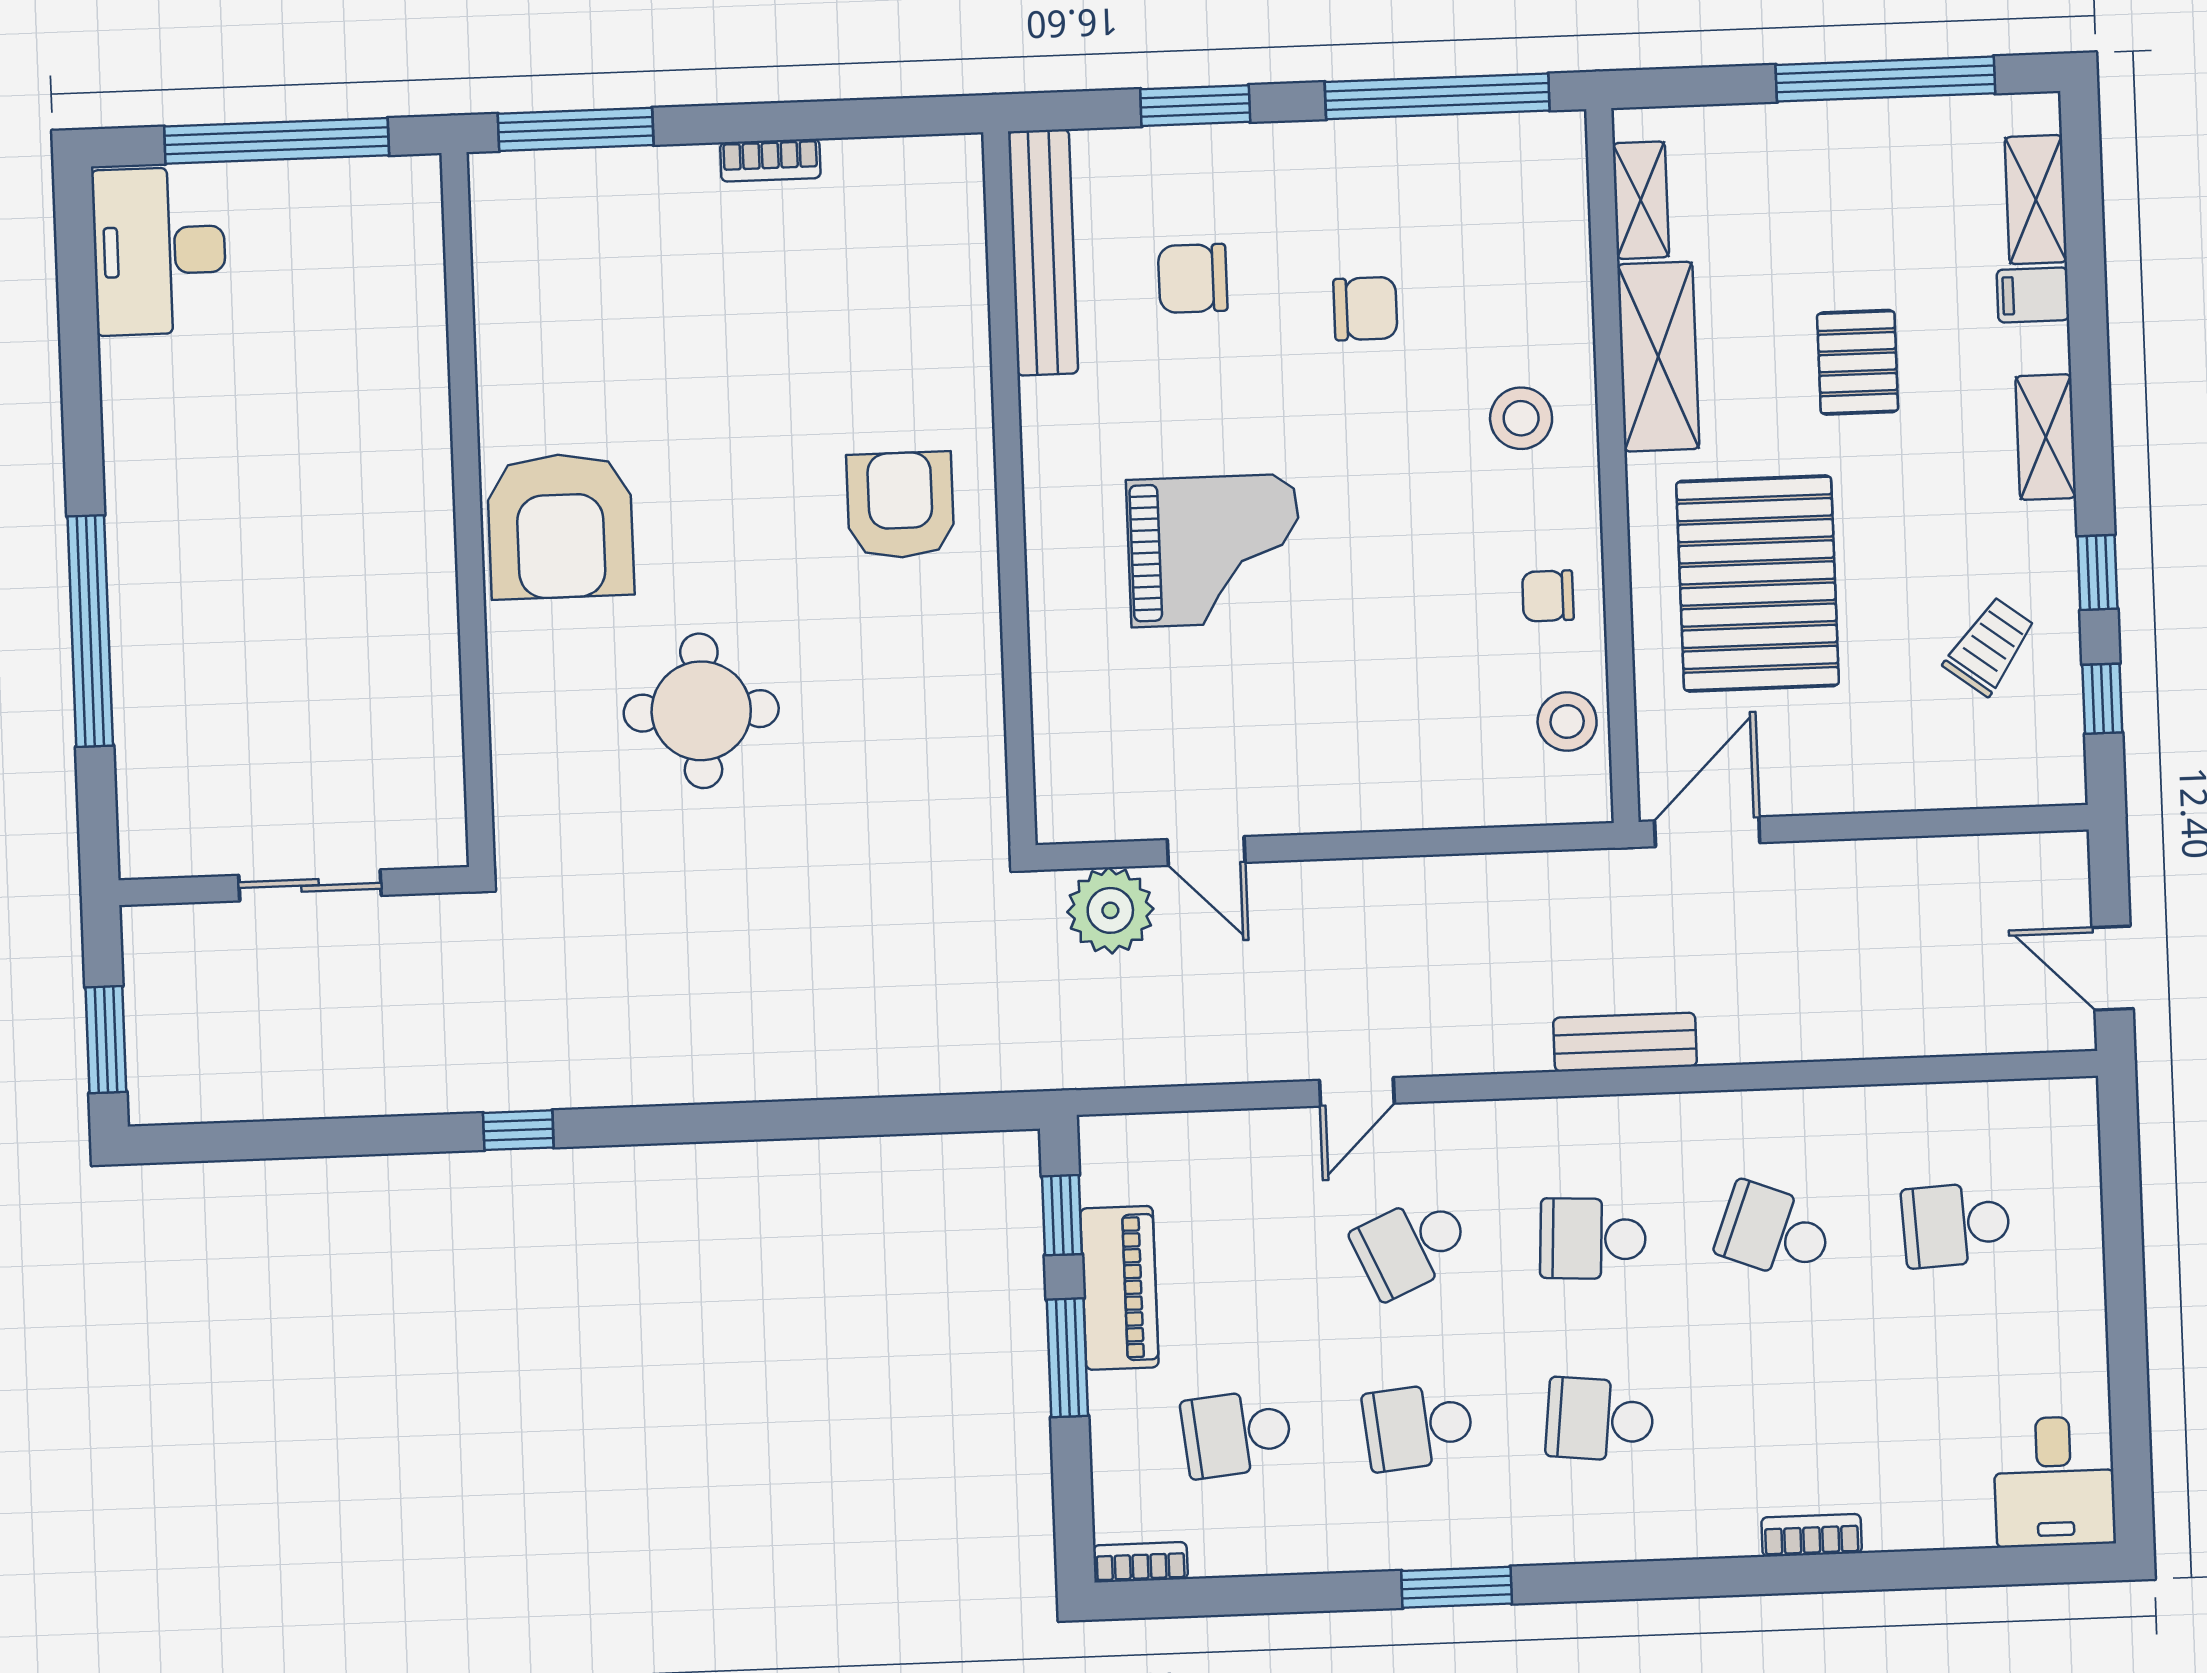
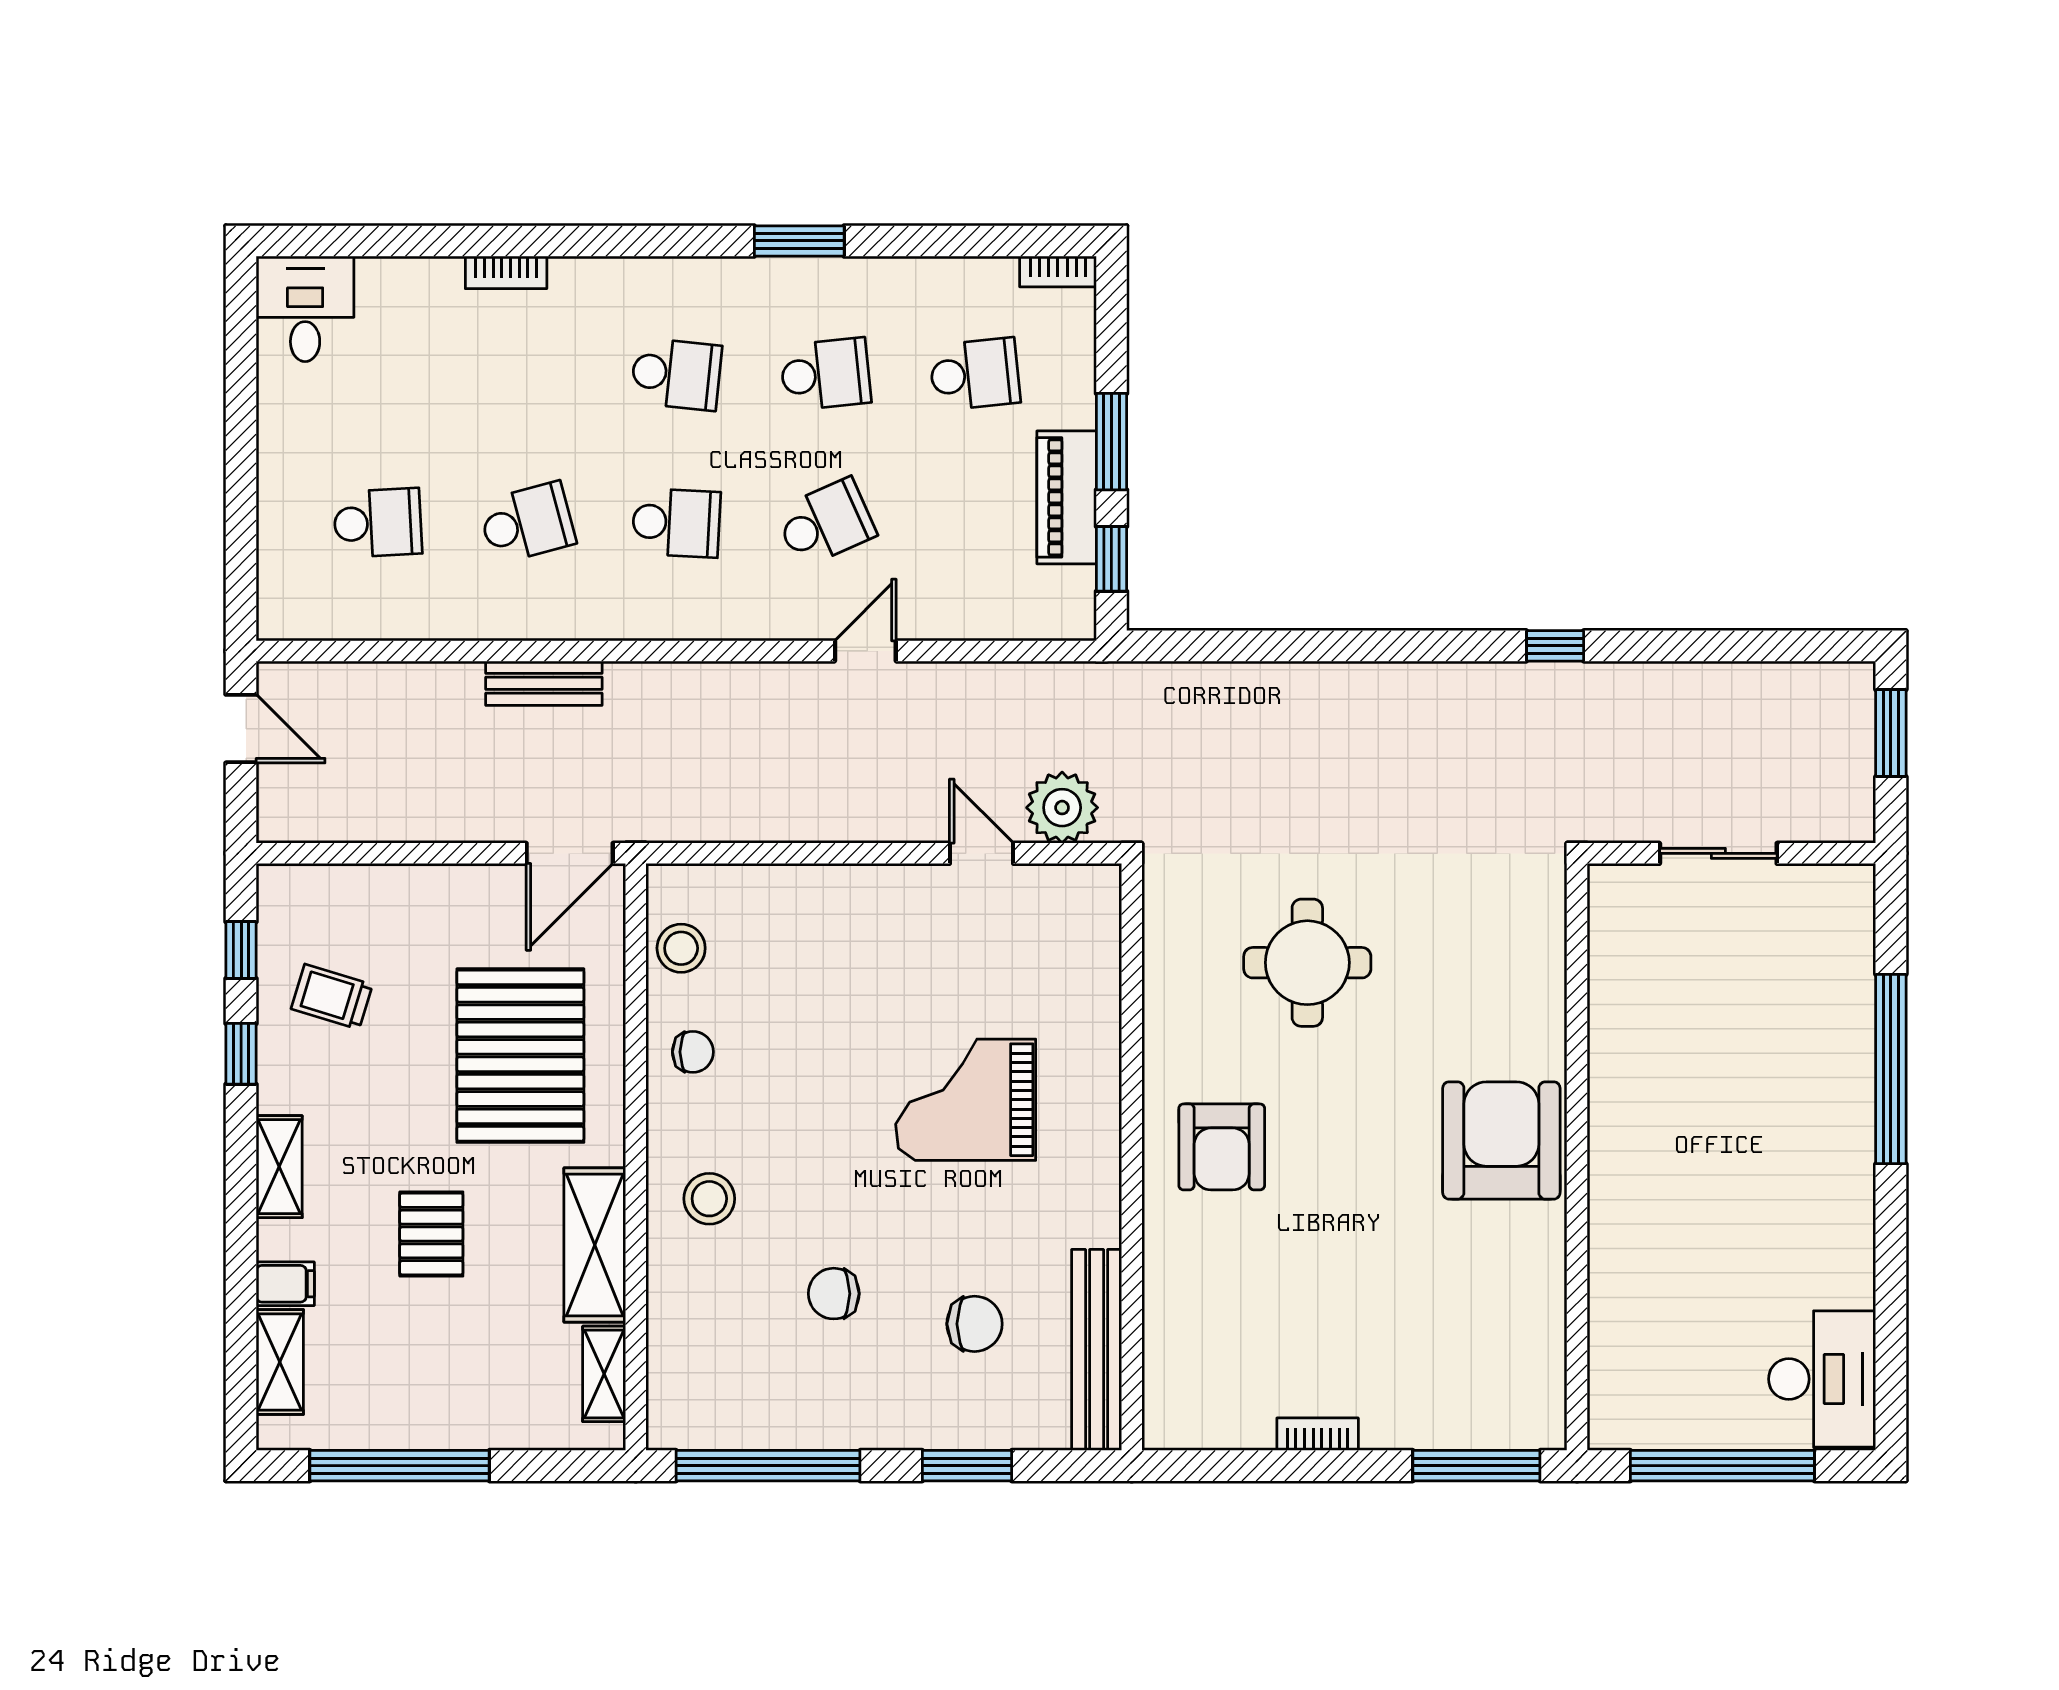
trolley: (1990, 646) -> (332, 997), turned 70
round table: (701, 711) -> (1307, 963), moved
bench: (1625, 1042) -> (544, 683), moved
school desk: (1774, 1232) -> (527, 523), turned -36

